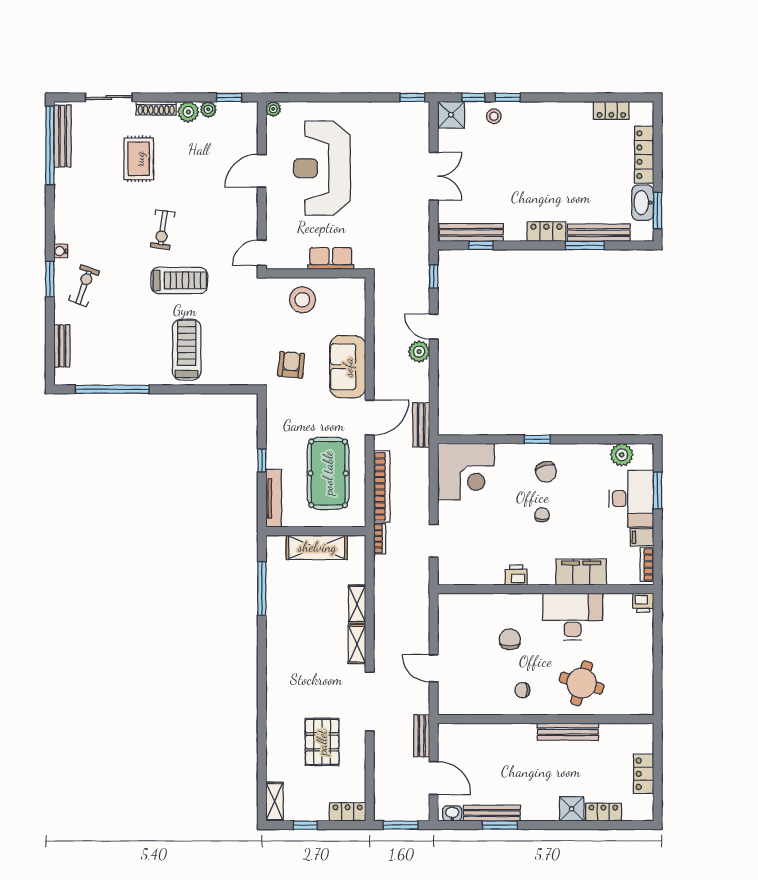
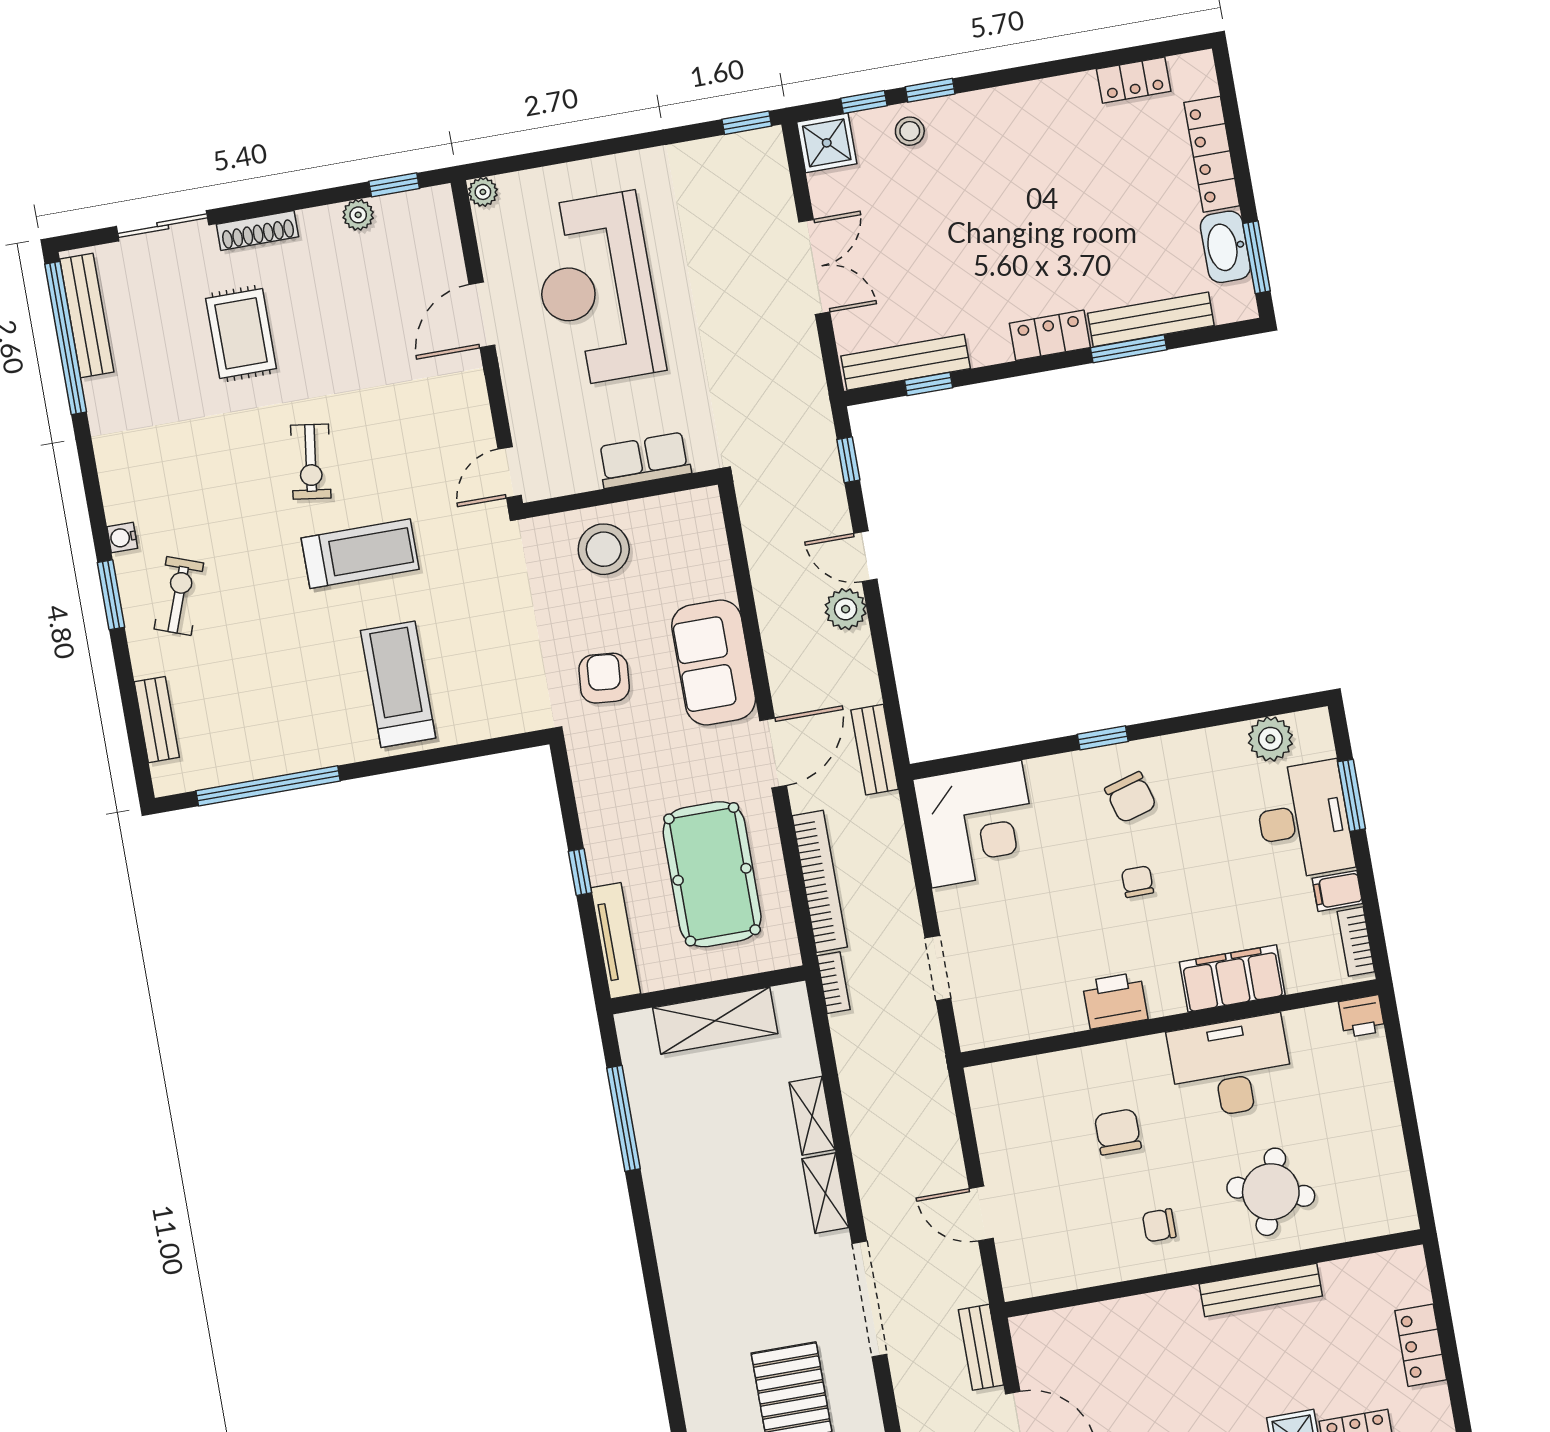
plant: (188, 112) -> (321, 226), removed
printer: (516, 575) -> (1115, 1000), width x1.36, depth x1.24

